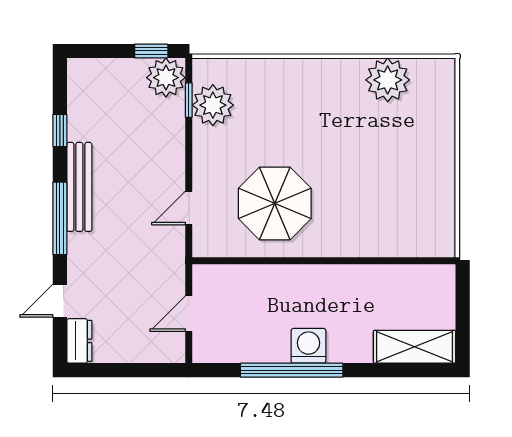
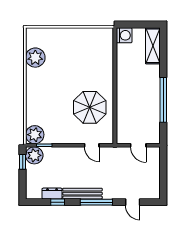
plant: (213, 105) -> (35, 135), moved
dresser: (79, 341) -> (52, 194), moved
washing machine: (308, 346) -> (124, 35), moved, turned 180

